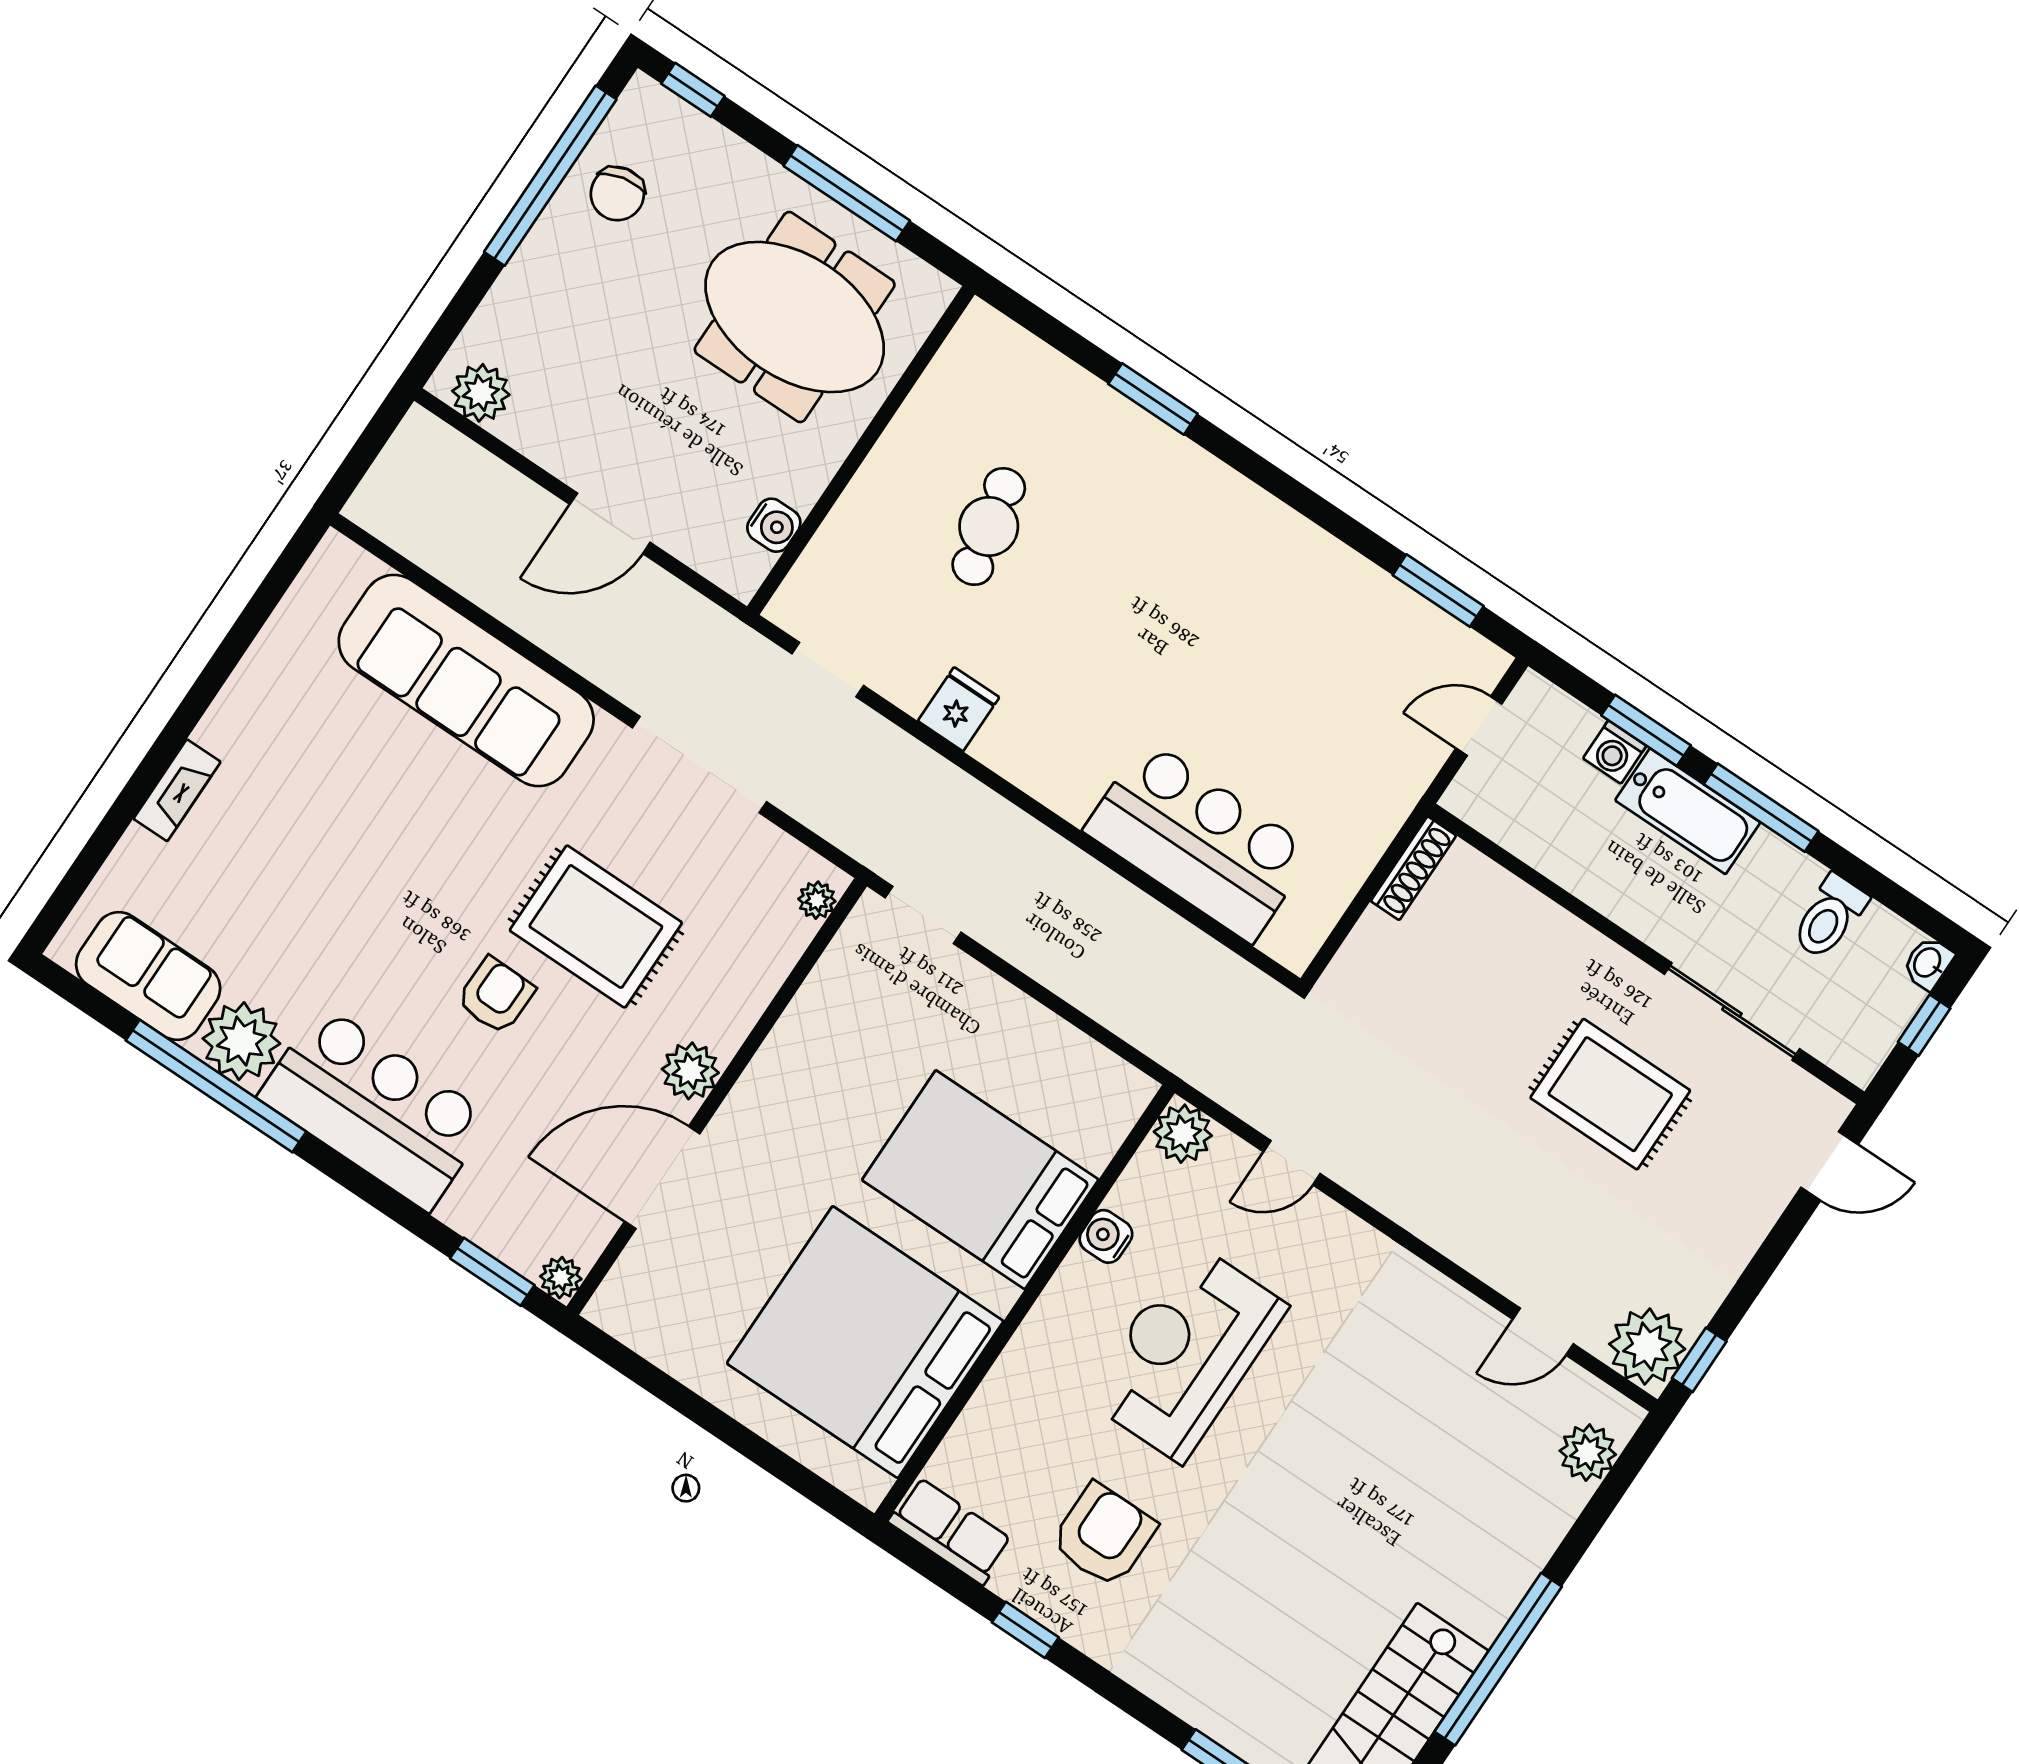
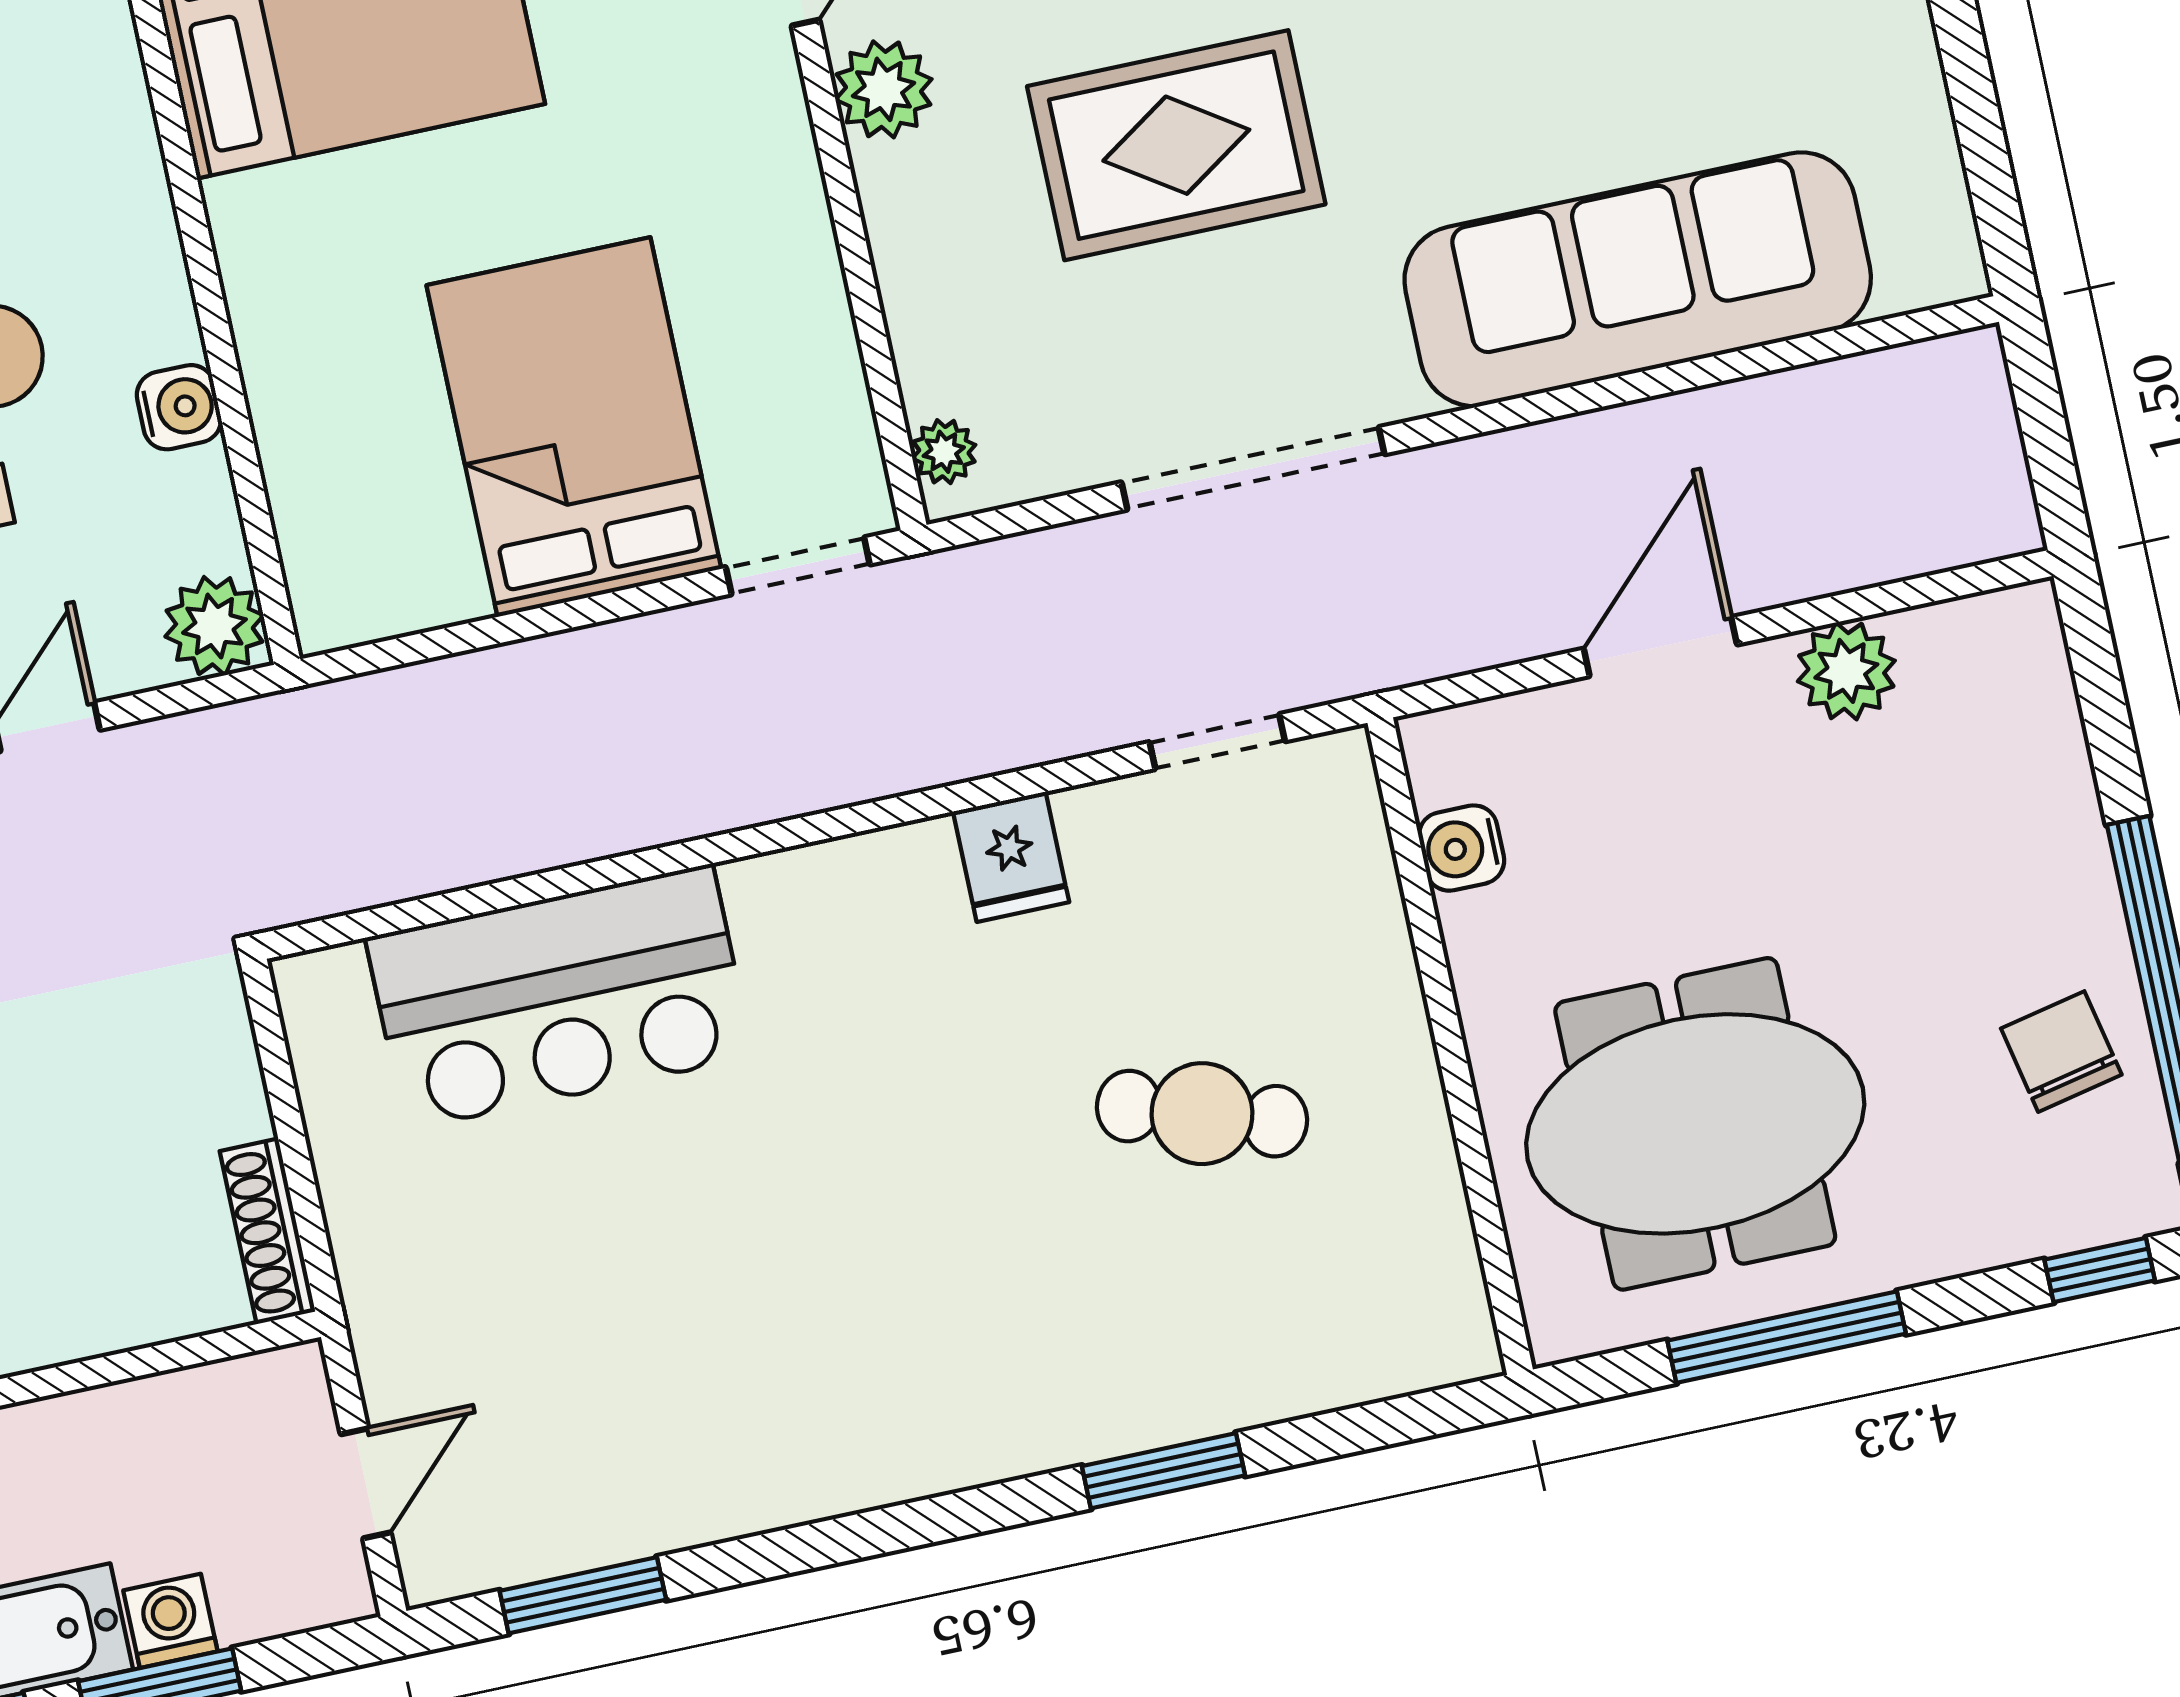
plant: (481, 393) -> (1846, 671), moved
cafe table: (989, 526) -> (1202, 1114), turned -60
bed: (980, 1180) -> (574, 427), moved, turned -90

